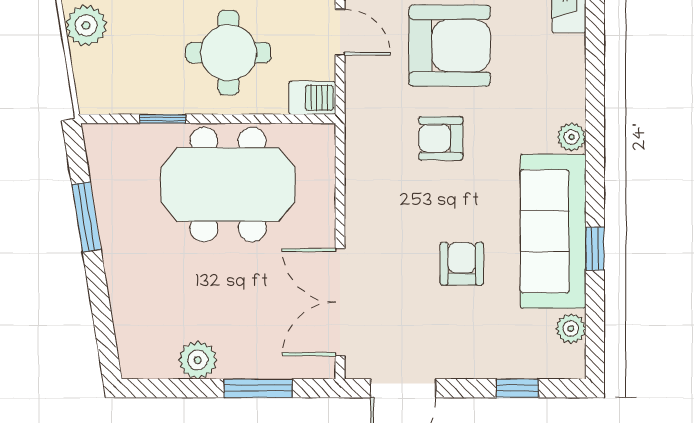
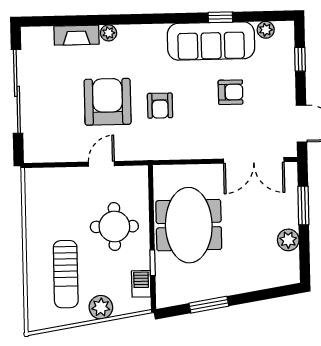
barbecue: (312, 98) -> (141, 284), moved
plant: (572, 137) -> (109, 33), moved
armchair: (462, 264) -> (231, 92), turned 180

